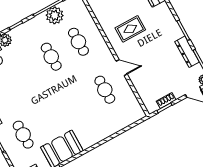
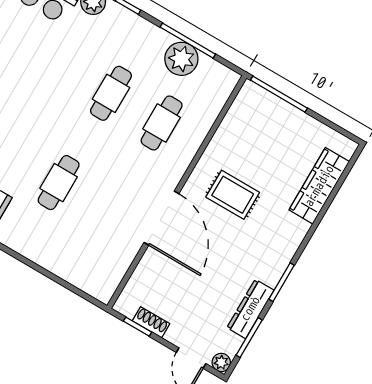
door: (122, 68) -> (161, 218), width x1.88
cafe table: (105, 90) -> (59, 183), moved

